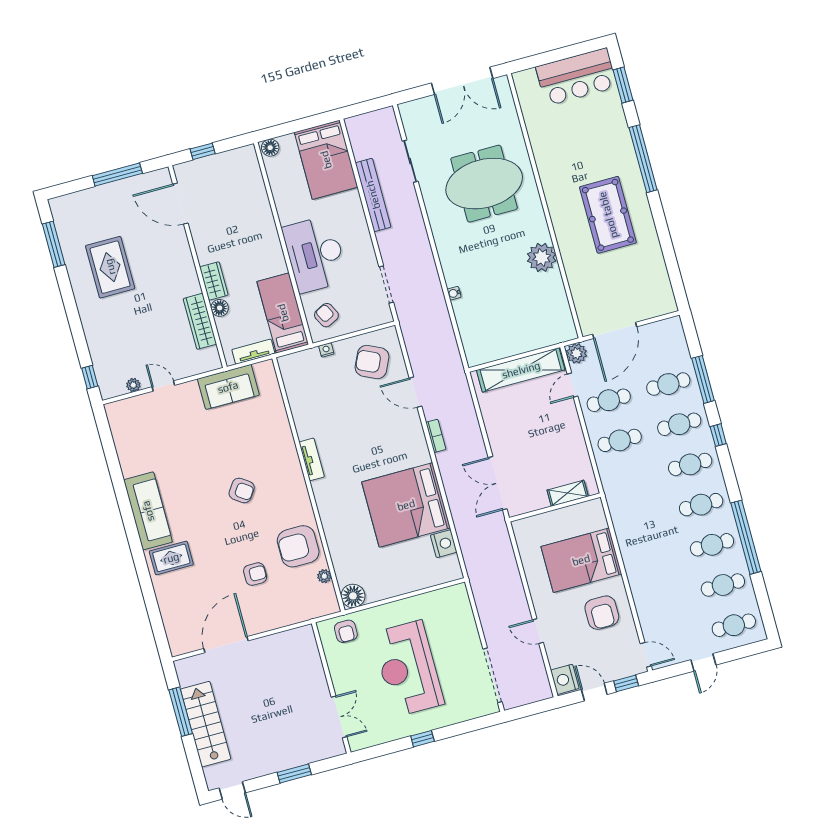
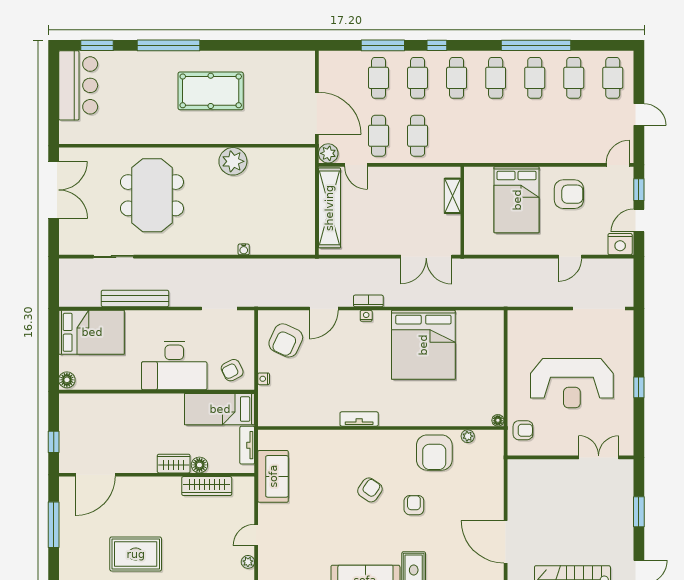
nightstand: (444, 544) -> (366, 316), moved, width x0.53, depth x0.56
armchair: (255, 574) -> (414, 505), moved
floor lamp: (353, 596) -> (498, 420), width x0.53, depth x0.53

